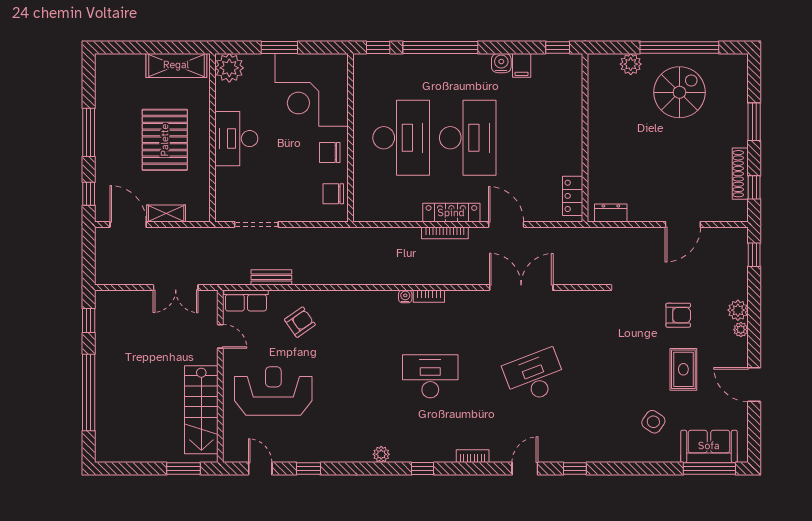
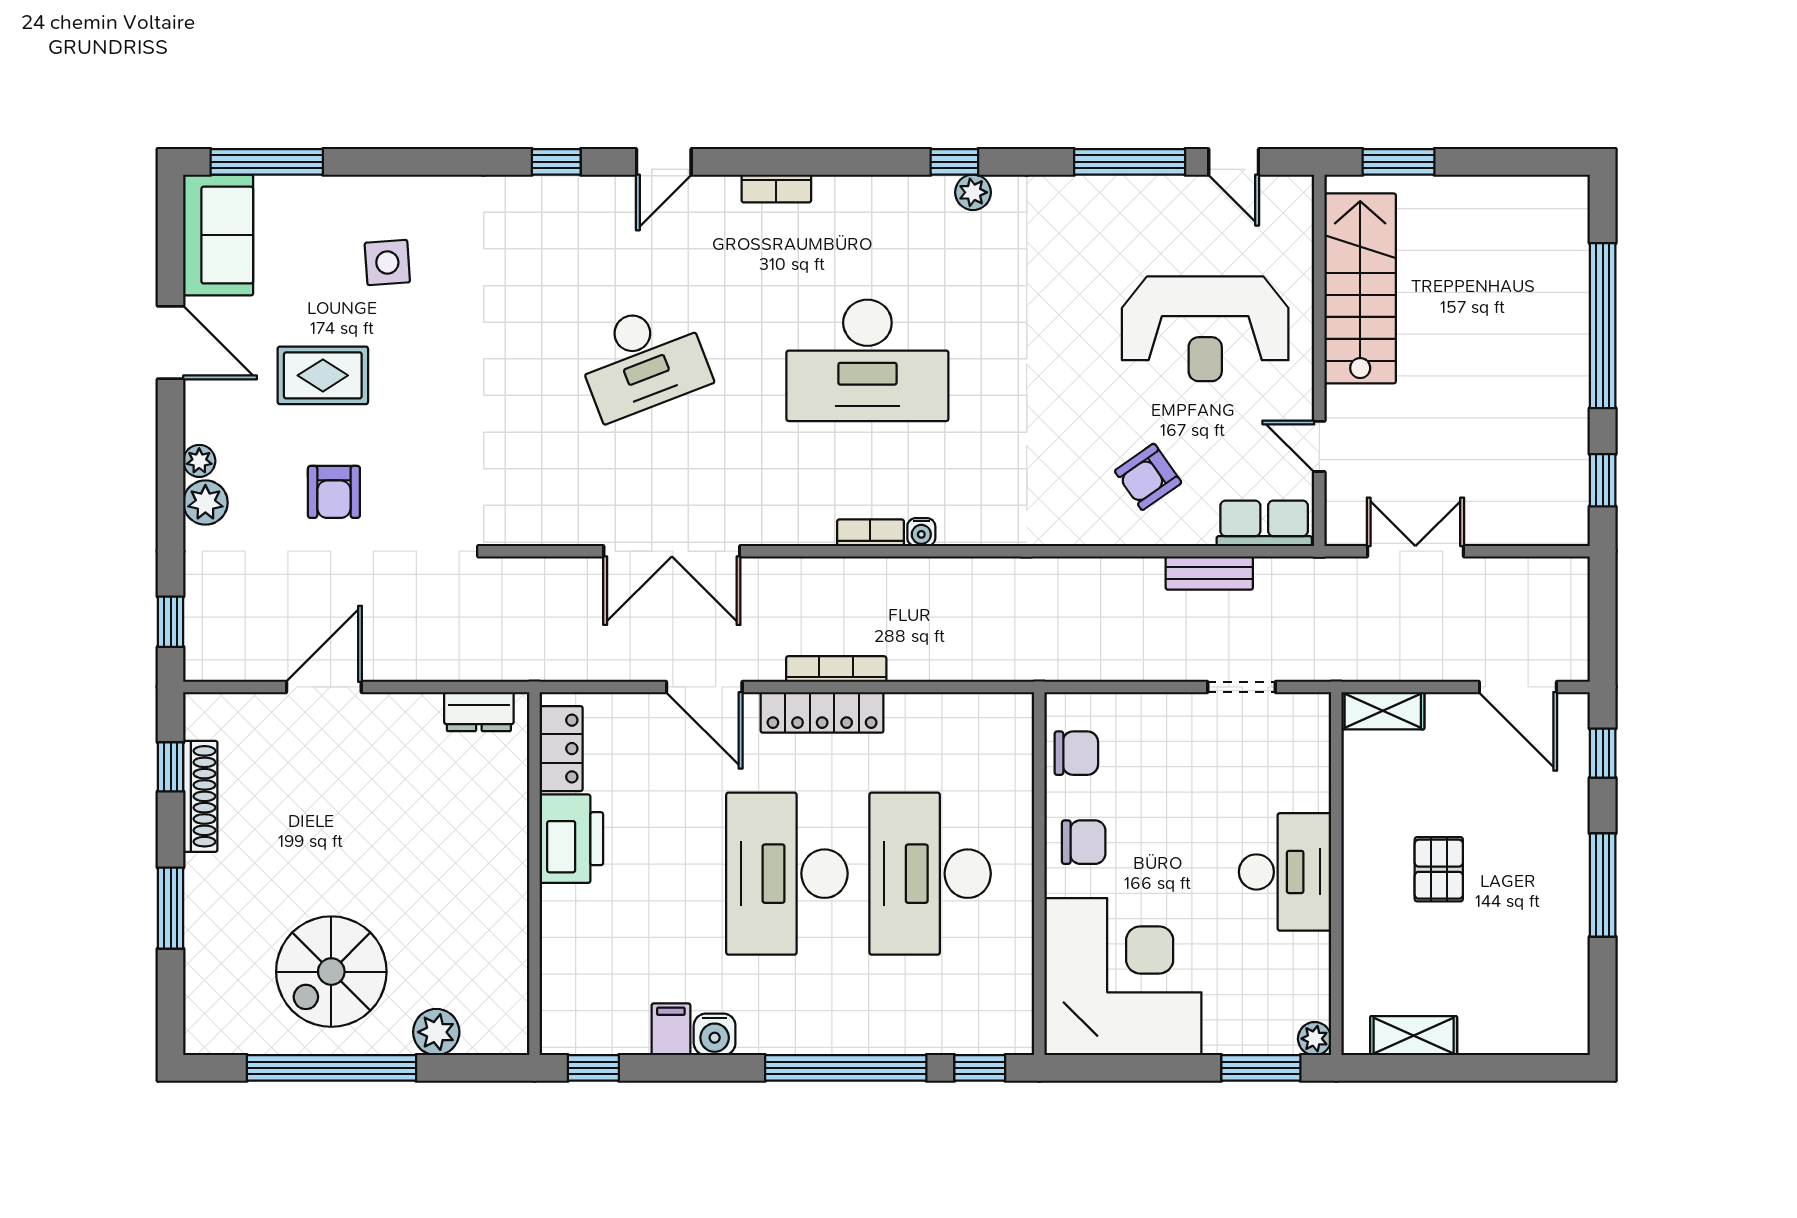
window: (279, 47) -> (1261, 1068), moved
shelving: (176, 65) -> (1414, 1036), width x0.67, depth x0.75
plant: (229, 68) -> (1315, 1039), width x0.53, depth x0.53
pallet: (165, 140) -> (1439, 869), width x0.49, depth x0.50
printer: (568, 154) -> (571, 839), added
shelving: (166, 213) -> (1383, 711), moved
doorway: (256, 224) -> (1242, 687), width x0.73
armchair: (678, 315) -> (334, 492), turned -90
rug: (683, 369) -> (323, 375), turned 90
desk: (430, 376) -> (867, 360), width x1.36, depth x1.30
side table: (653, 422) -> (387, 263), turned -38
sofa: (709, 446) -> (218, 235), moved, turned -90
window: (308, 469) -> (1130, 162), width x2.17
window: (422, 469) -> (954, 162), moved

